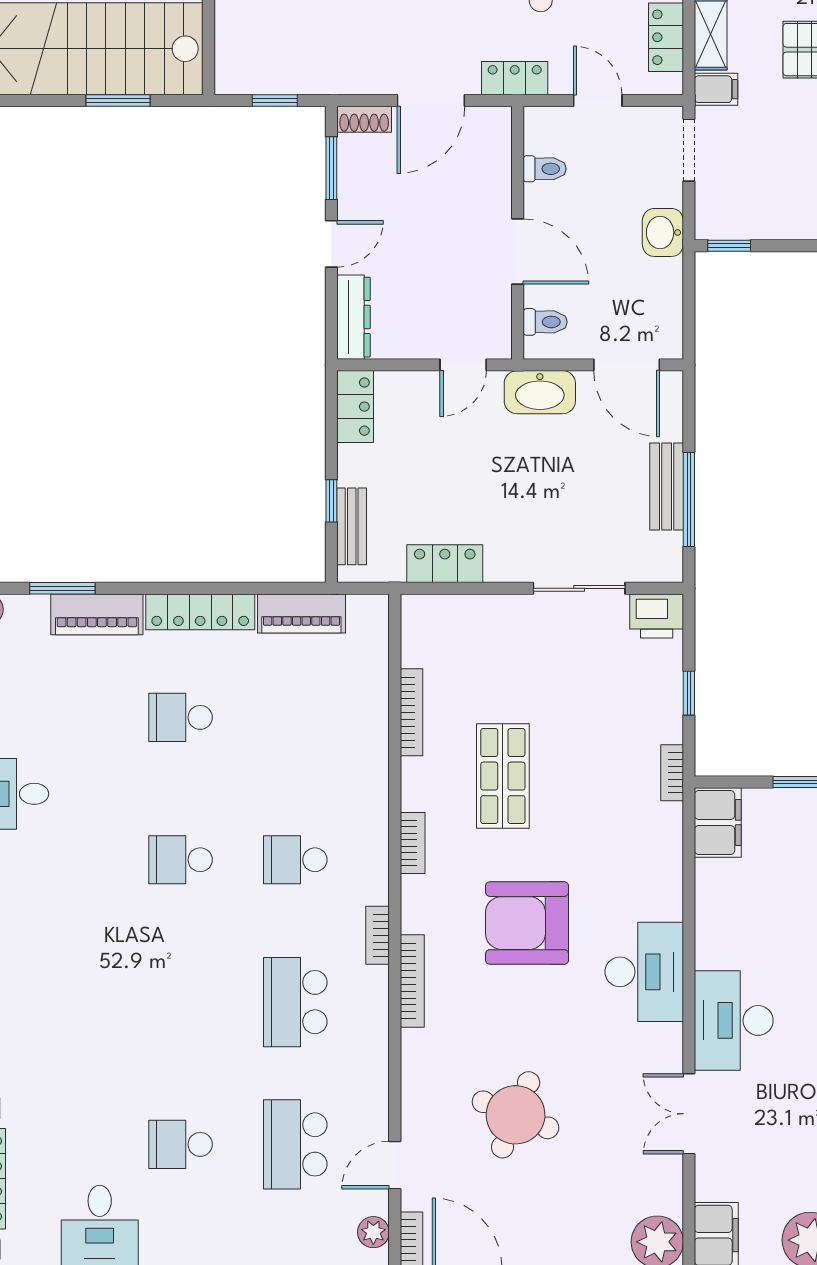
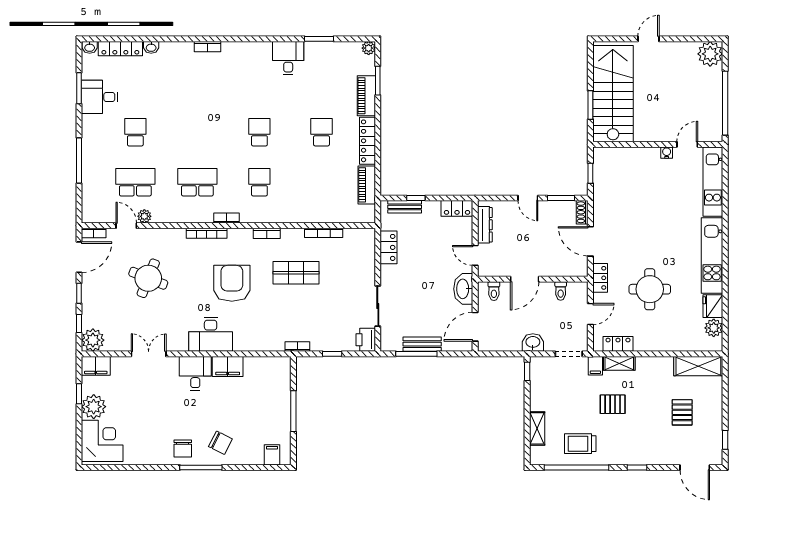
dresser: (354, 317) -> (485, 225), moved, turned -90
filing cabinet: (718, 823) -> (228, 366), moved
desk: (734, 1020) -> (195, 373), width x0.73
plant: (373, 1232) -> (144, 216), moved

